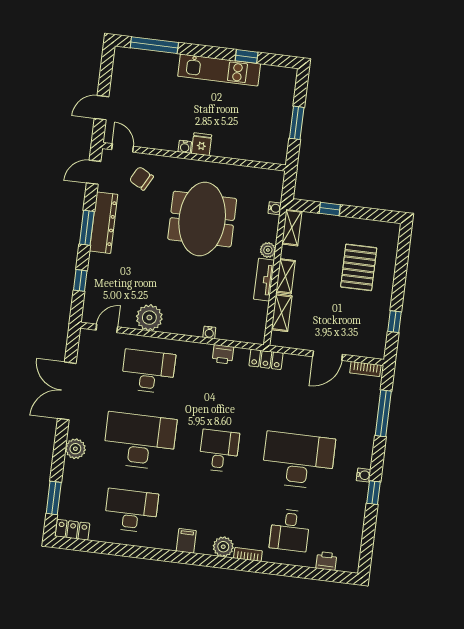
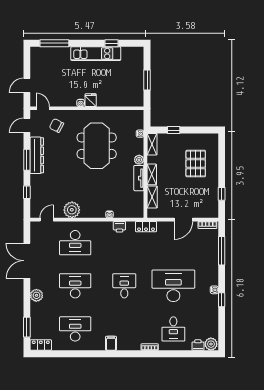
desk: (148, 371) -> (75, 243), turned 180
desk: (140, 441) -> (75, 286), width x0.73, depth x0.77
plant: (223, 547) -> (211, 344), moved

